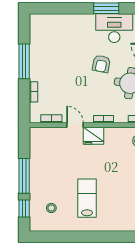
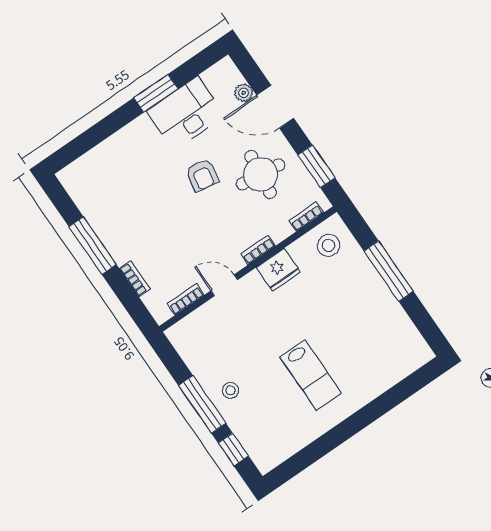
fridge: (94, 136) -> (278, 270), moved
lab bench: (87, 198) -> (311, 375), turned 180
stool: (51, 208) -> (230, 390), moved

